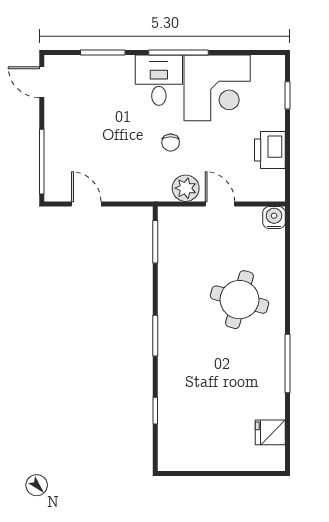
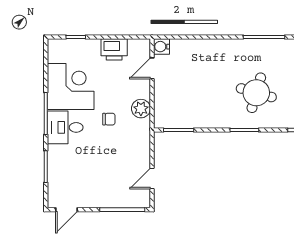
door: (220, 204) -> (152, 68), moved
round table: (239, 300) -> (256, 93), moved

